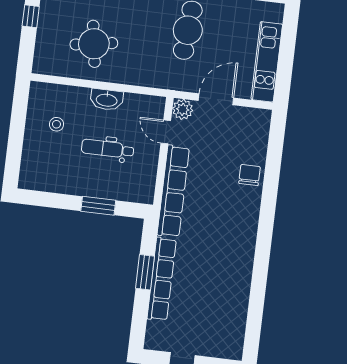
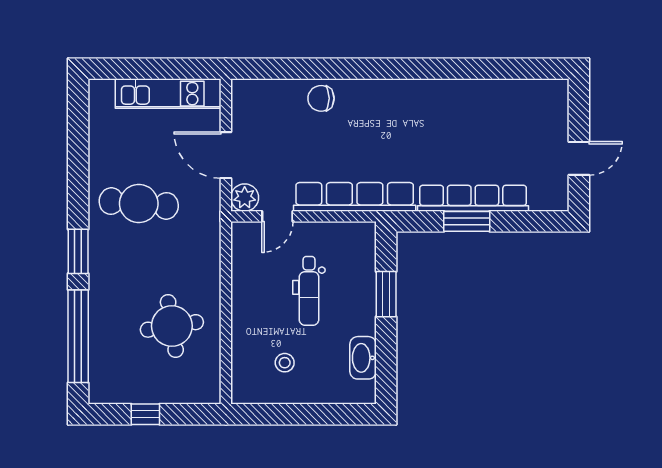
washbasin: (107, 100) -> (363, 358), moved, turned 180

